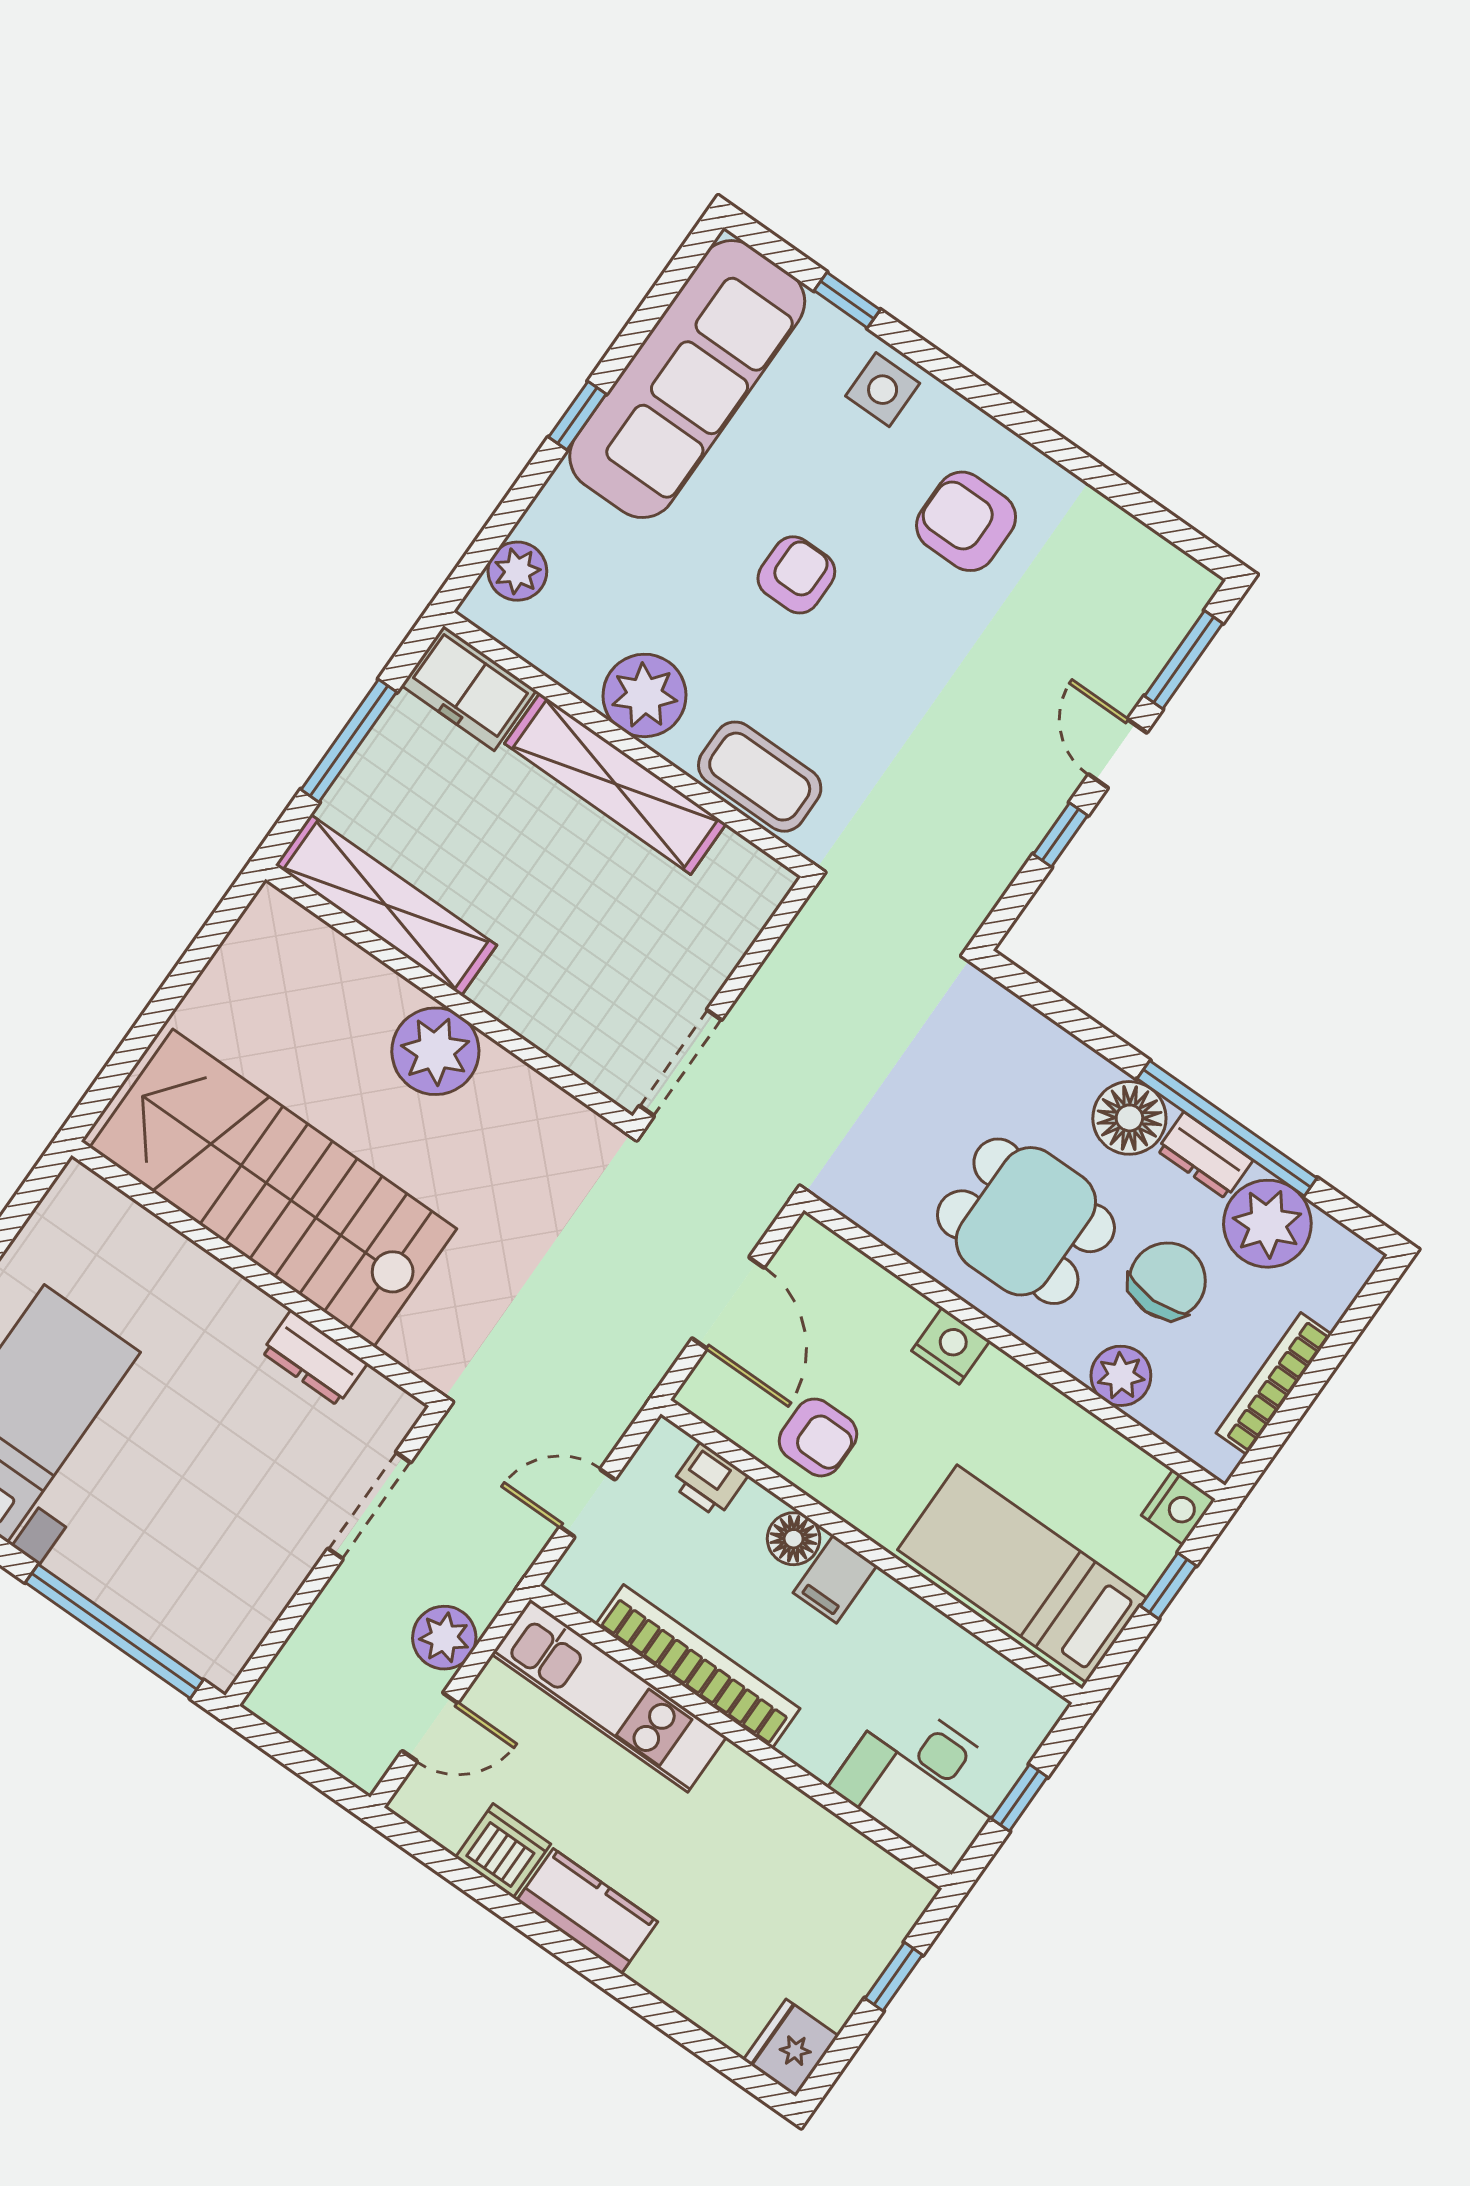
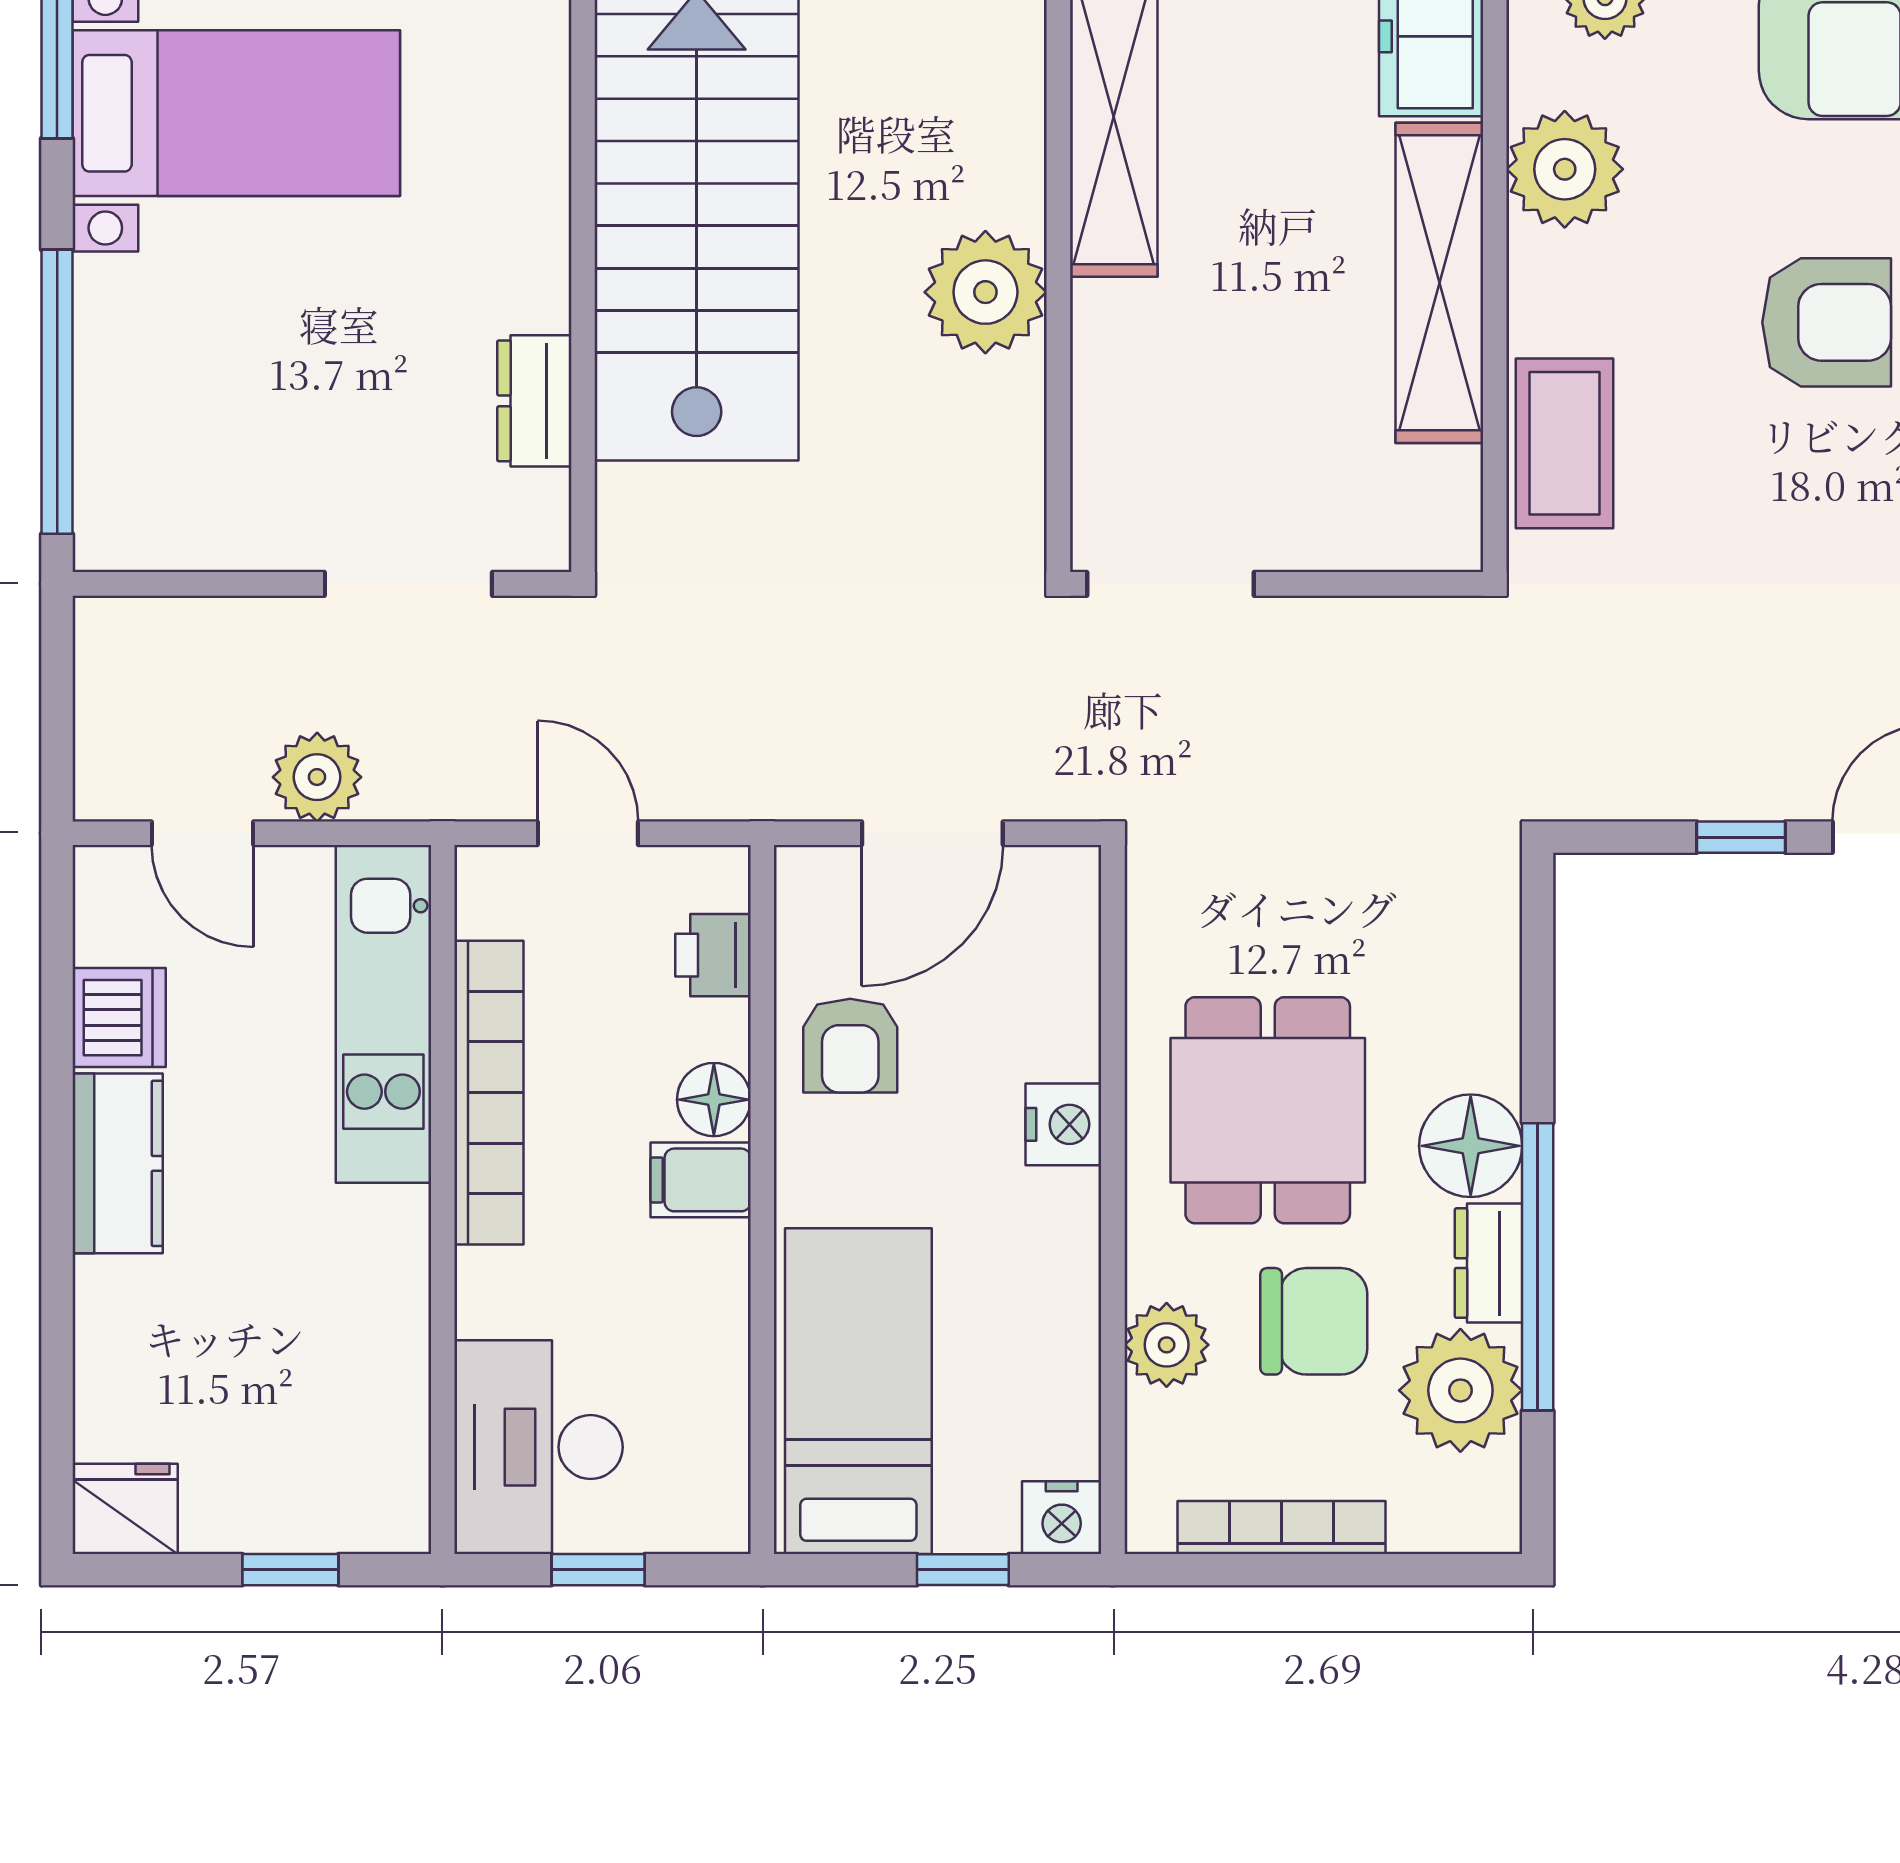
armchair: (796, 575) -> (1827, 322), width x1.38, depth x1.38
plant: (644, 695) -> (1565, 169), moved

